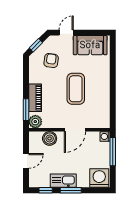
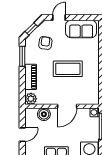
coffee table: (76, 89) -> (68, 69), turned 90
window: (26, 110) -> (22, 56), moved

